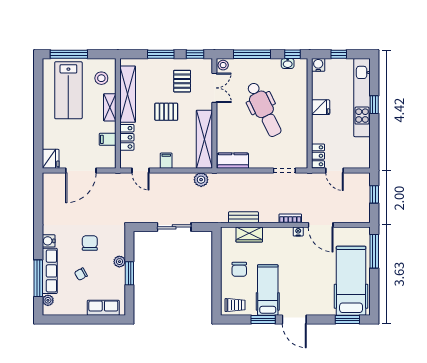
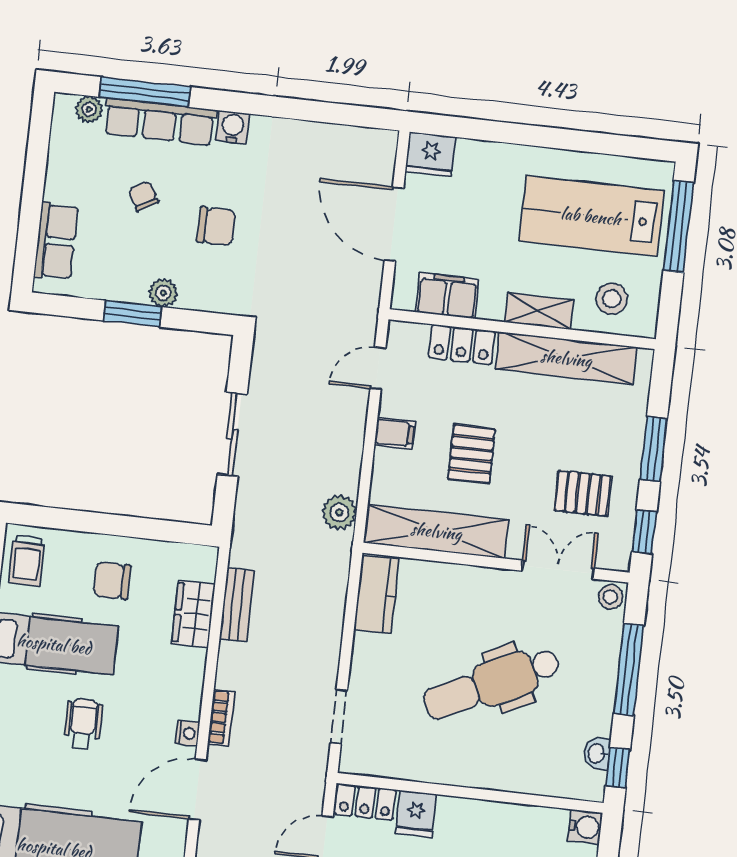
double door: (214, 88) -> (558, 570), swing flipped
fridge: (321, 107) -> (416, 814), moved
pallet: (166, 112) -> (472, 454), moved
filing cabinet: (108, 139) -> (447, 296), width x2.00
wheelchair: (299, 275) -> (83, 724), added

